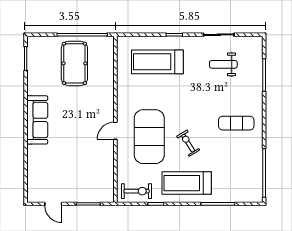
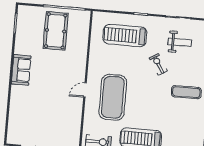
weight bench: (223, 64) -> (180, 42), turned 180
sofa: (37, 120) -> (21, 70), width x0.73
exercise bike: (188, 143) -> (158, 64), moved

